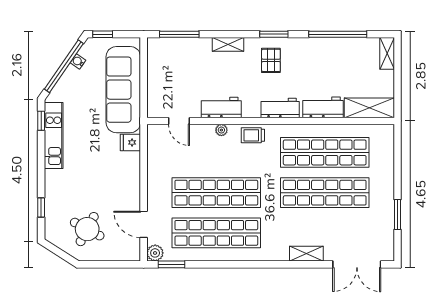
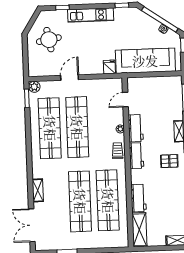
workbench: (280, 108) -> (136, 156), moved
kitchen unit: (54, 135) -> (91, 15), moved
door: (144, 224) -> (70, 78), moved
round table: (87, 229) -> (49, 40), turned -38

